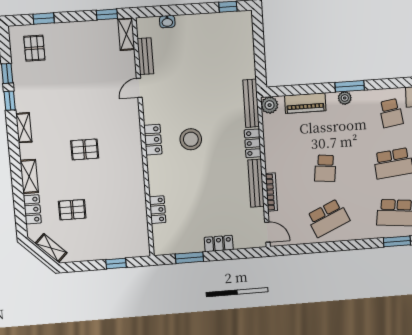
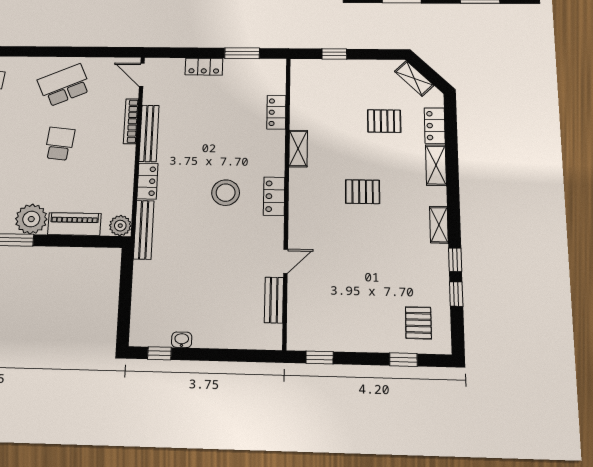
washbasin: (167, 22) -> (182, 340), moved
shelving: (126, 34) -> (298, 149), moved
plant: (345, 98) -> (31, 219), width x1.88, depth x1.88

